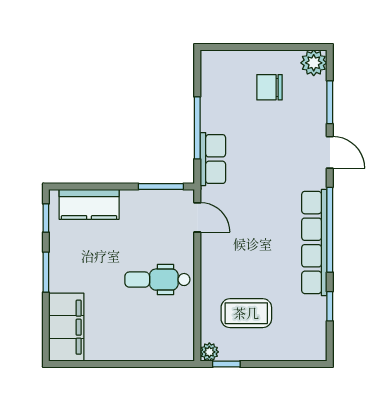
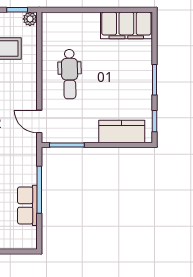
row of seats: (213, 159) -> (27, 205), moved
dental chair: (157, 280) -> (70, 74), turned 89
filing cabinet: (66, 327) -> (126, 25), moved, turned -90

